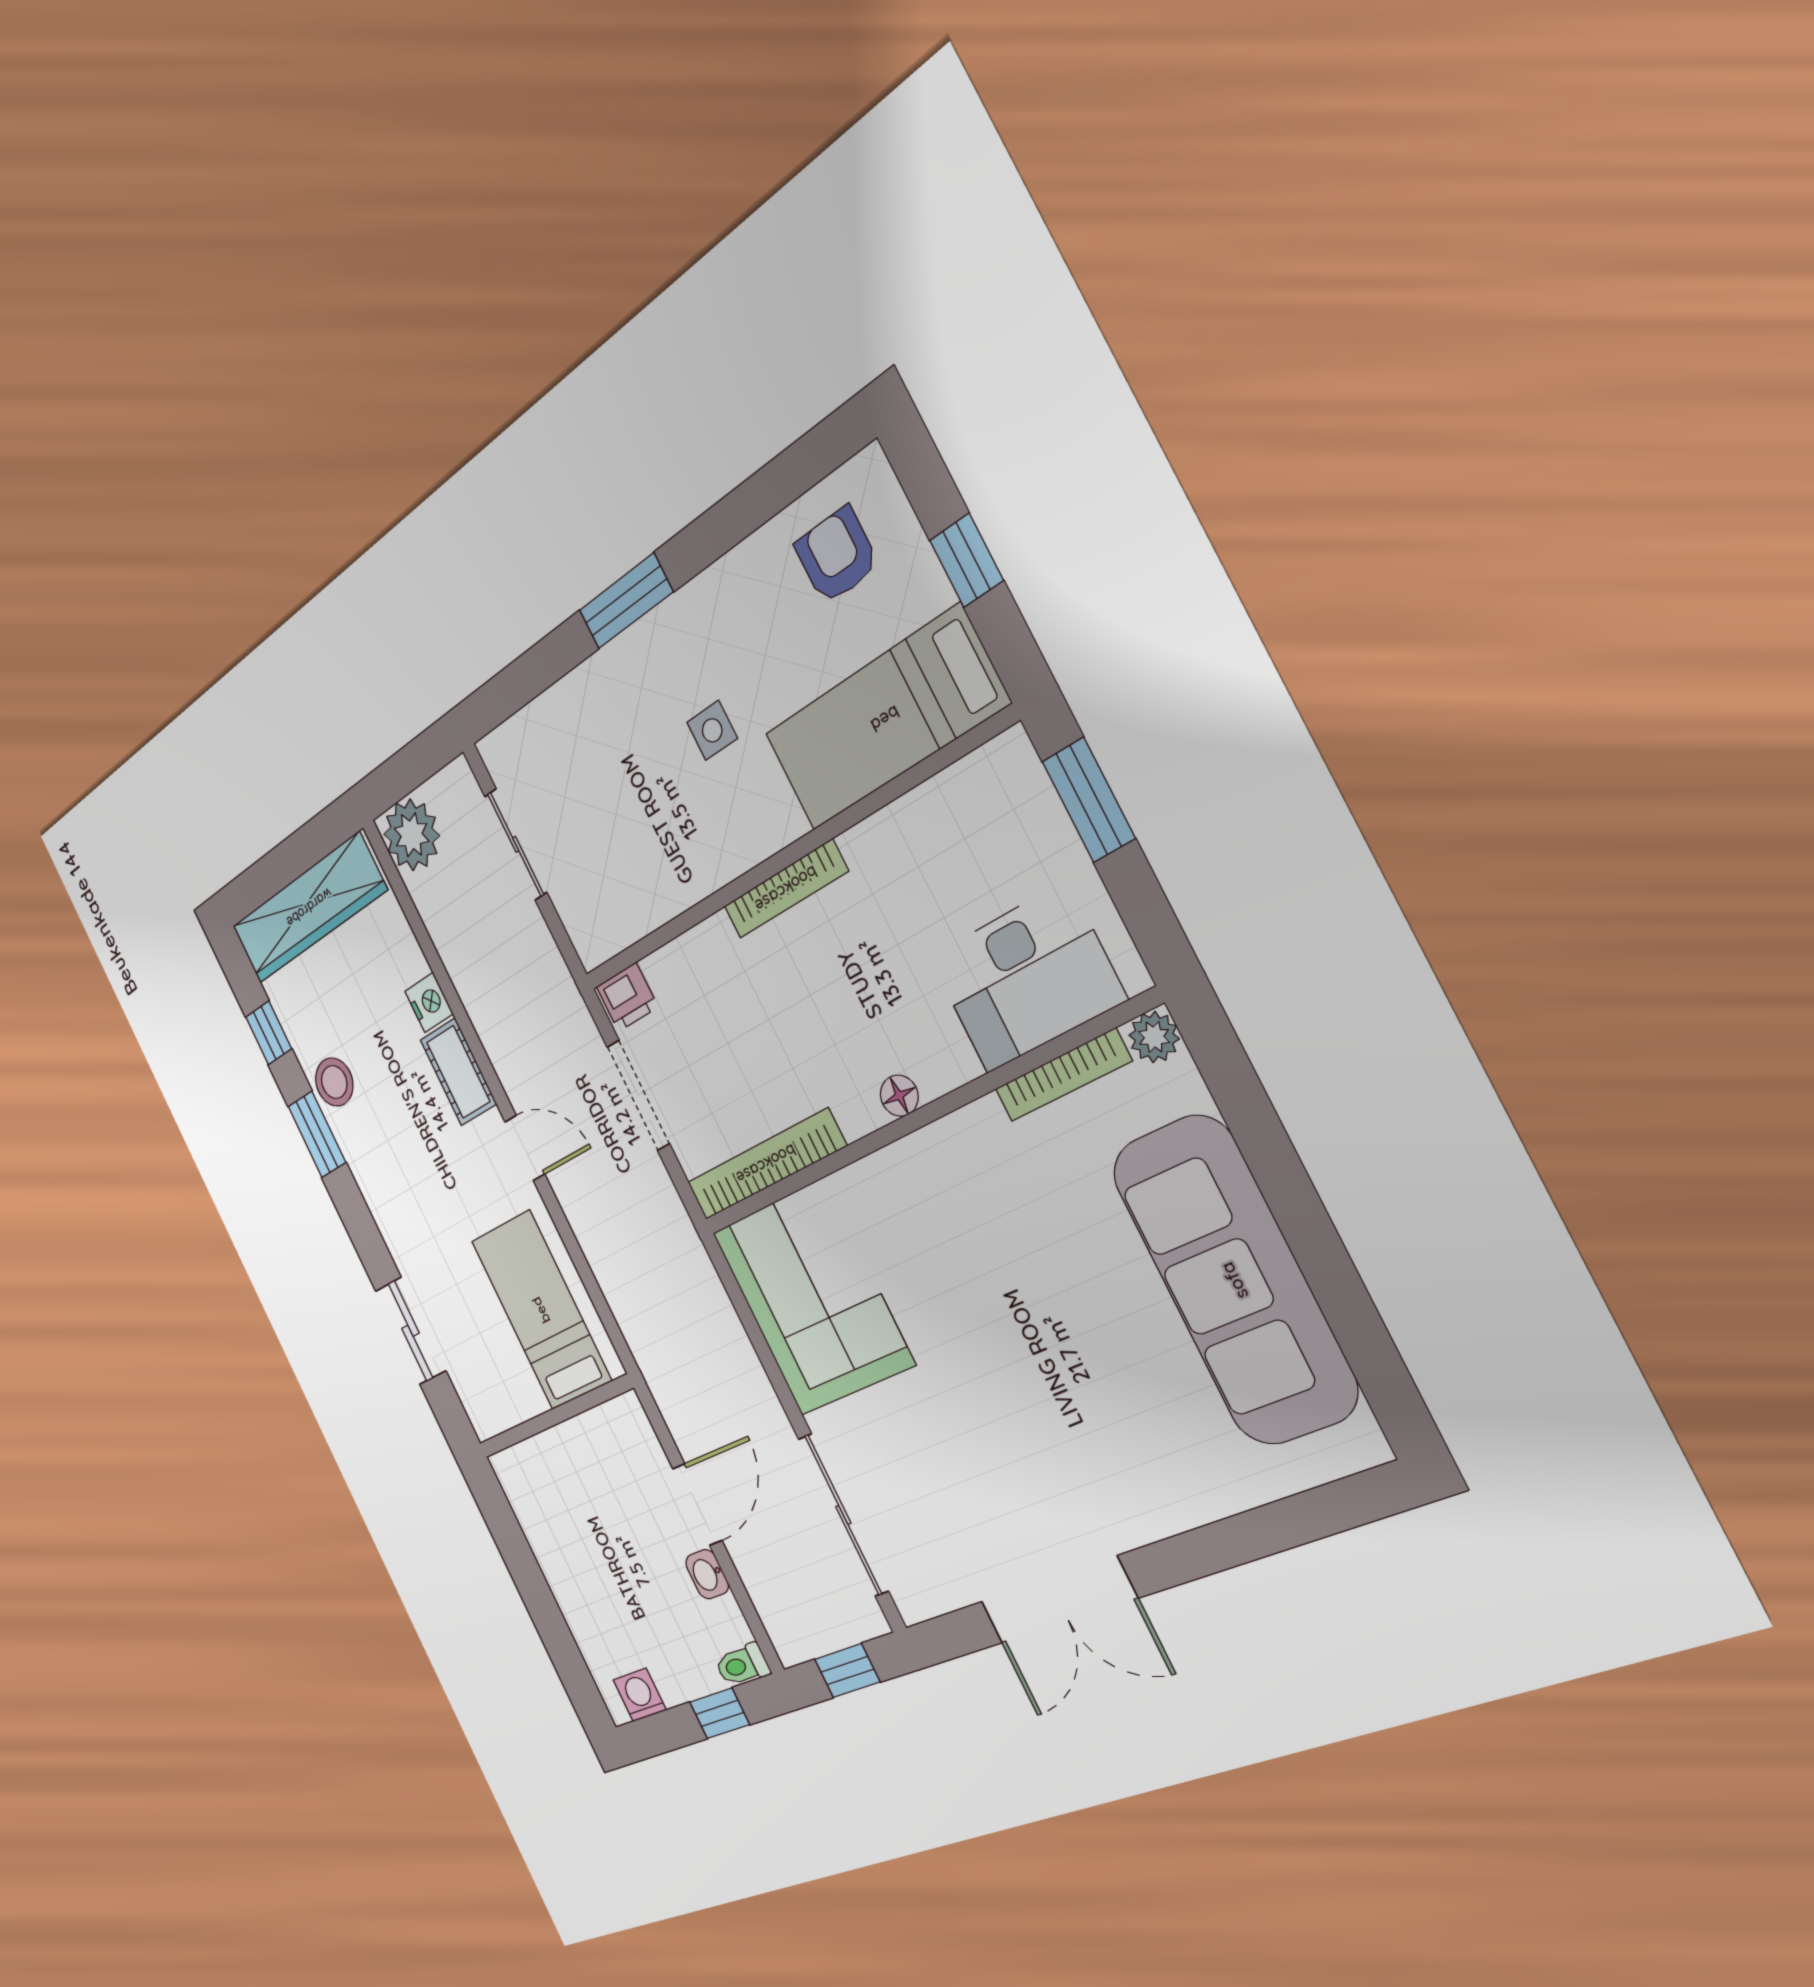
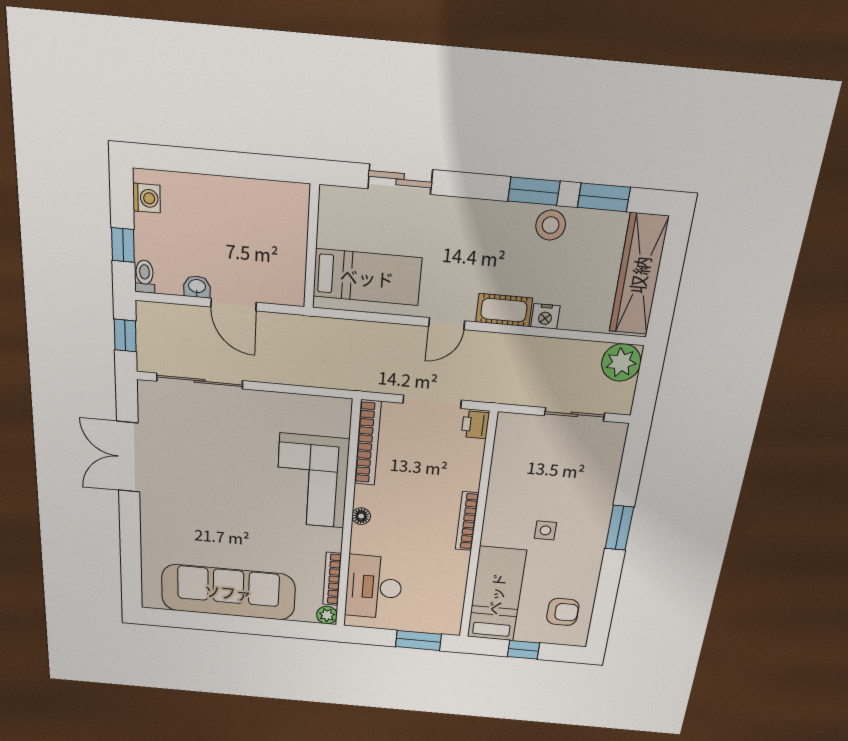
window: (269, 1033) -> (604, 197), width x1.50
corner sofa: (813, 1298) -> (312, 481), moved, turned 90

